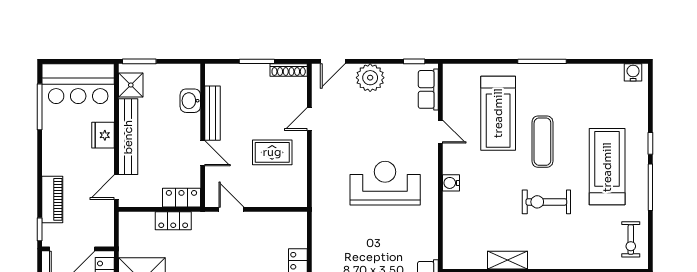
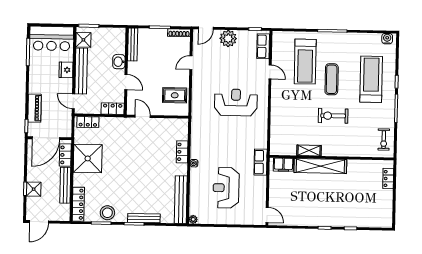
washbasin: (190, 101) -> (119, 62), moved
bench: (212, 113) -> (133, 44), moved
rug: (272, 152) -> (175, 95), moved
treadmill: (607, 167) -> (371, 79), moved
water cooler: (451, 183) -> (276, 103), removed
door: (116, 187) -> (73, 101), hinge flipped
locker: (173, 221) -> (88, 122), moved

